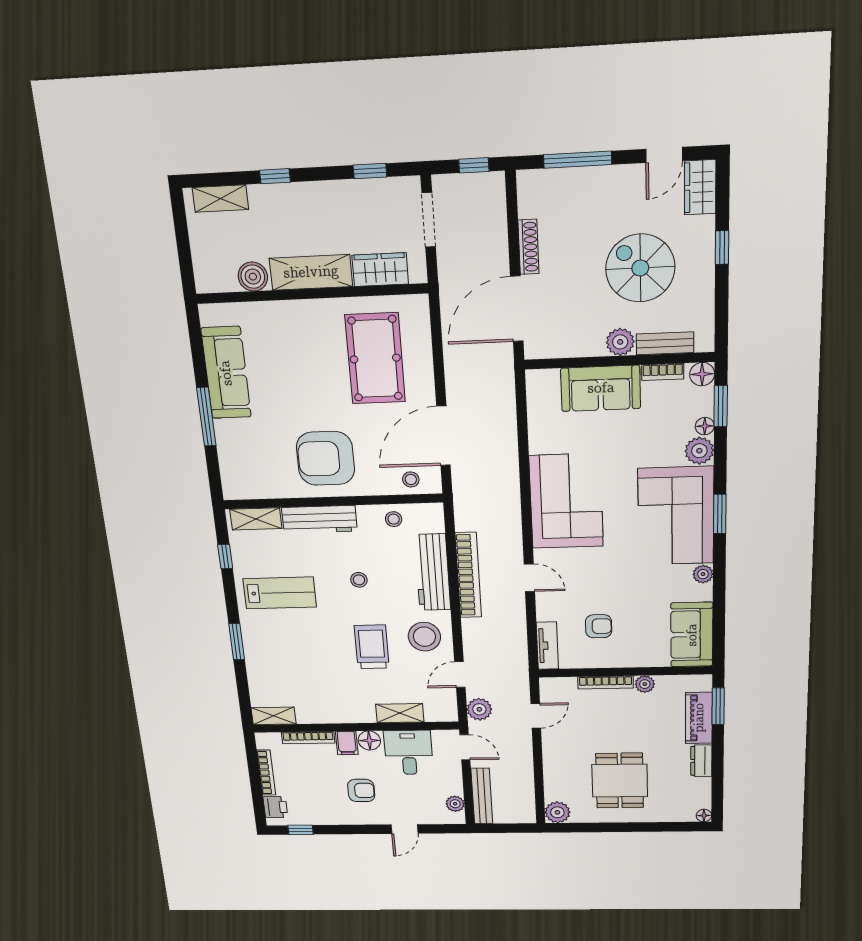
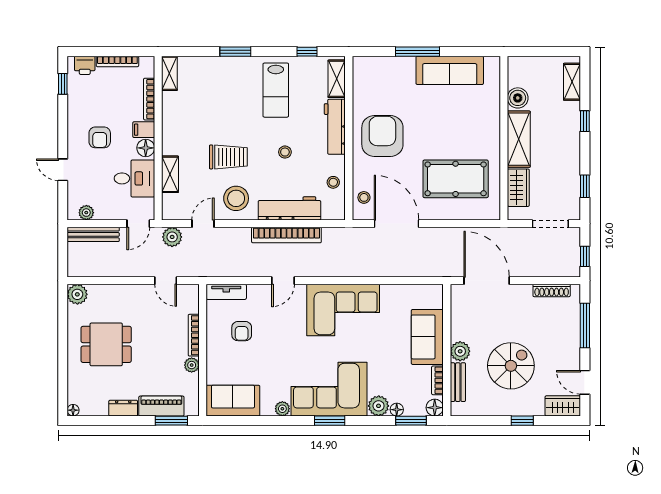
shoe rack: (528, 247) -> (552, 291), moved
door: (460, 675) -> (203, 224), hinge flipped

